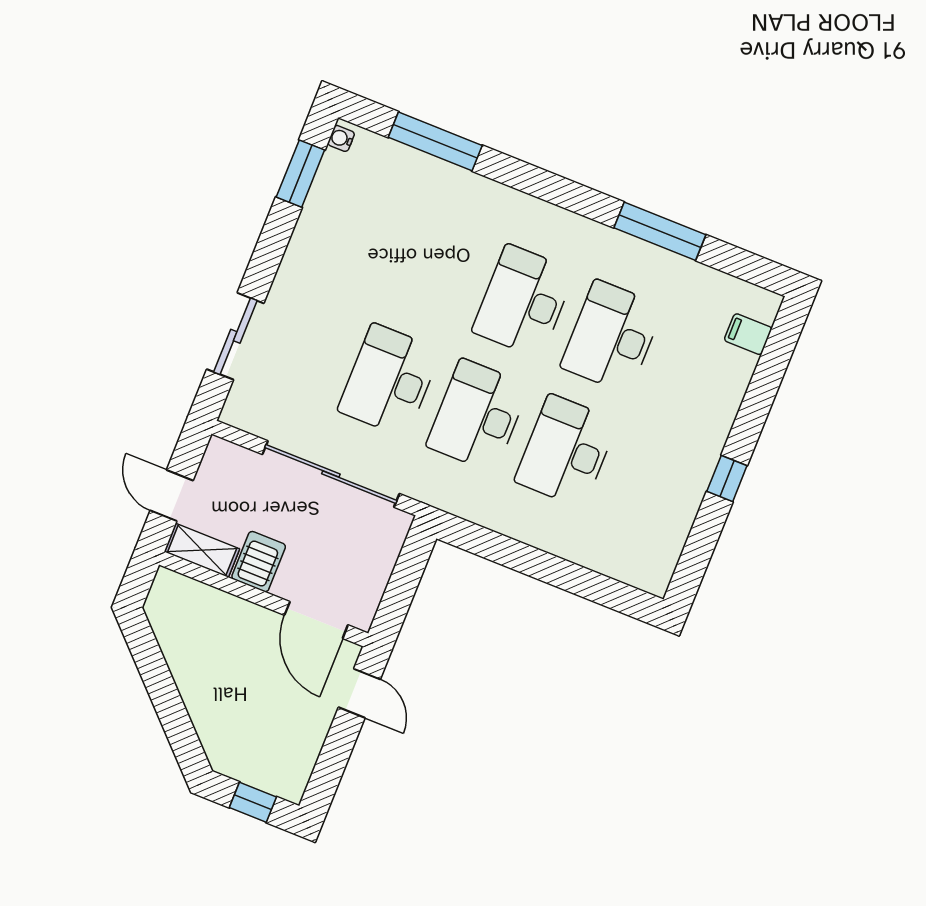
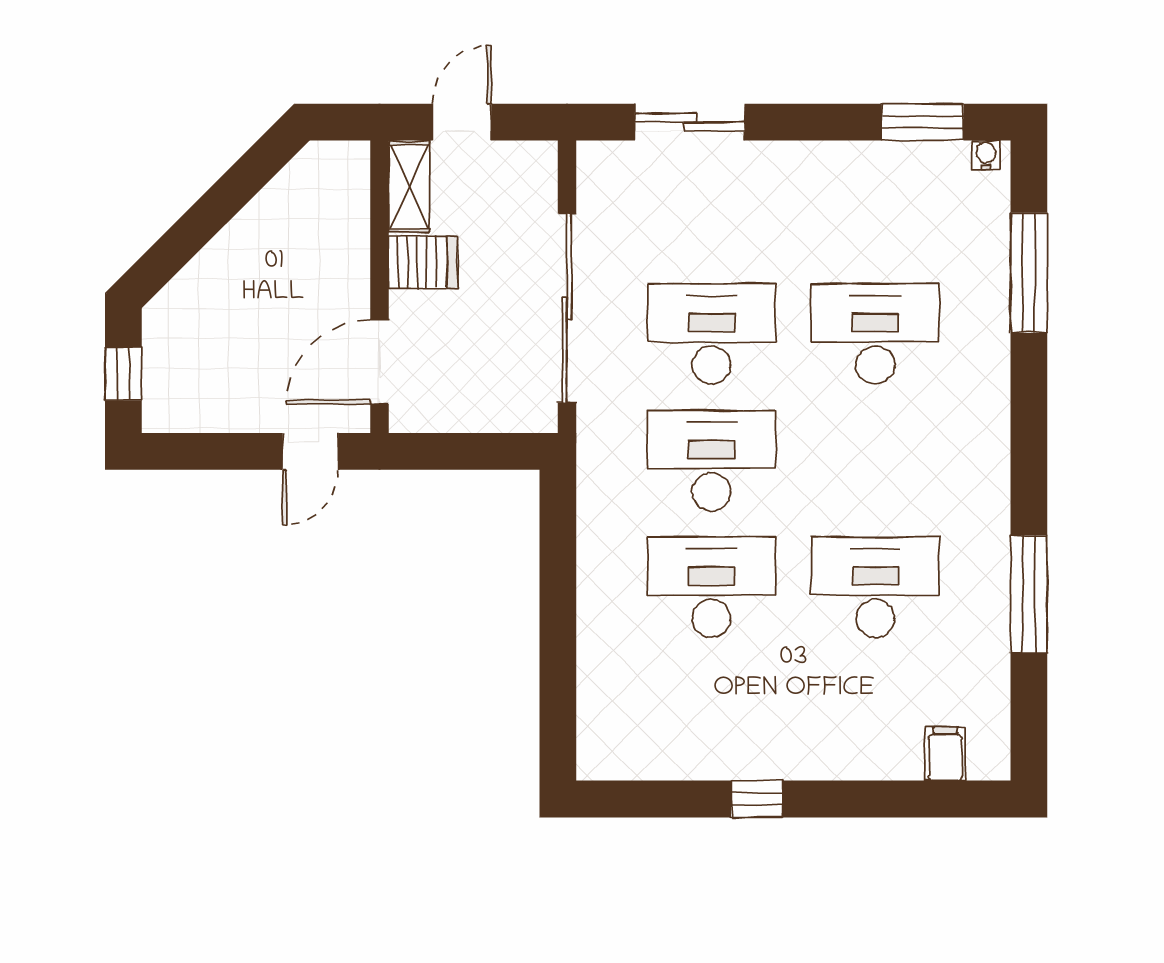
desk: (524, 301) -> (875, 334), moved

